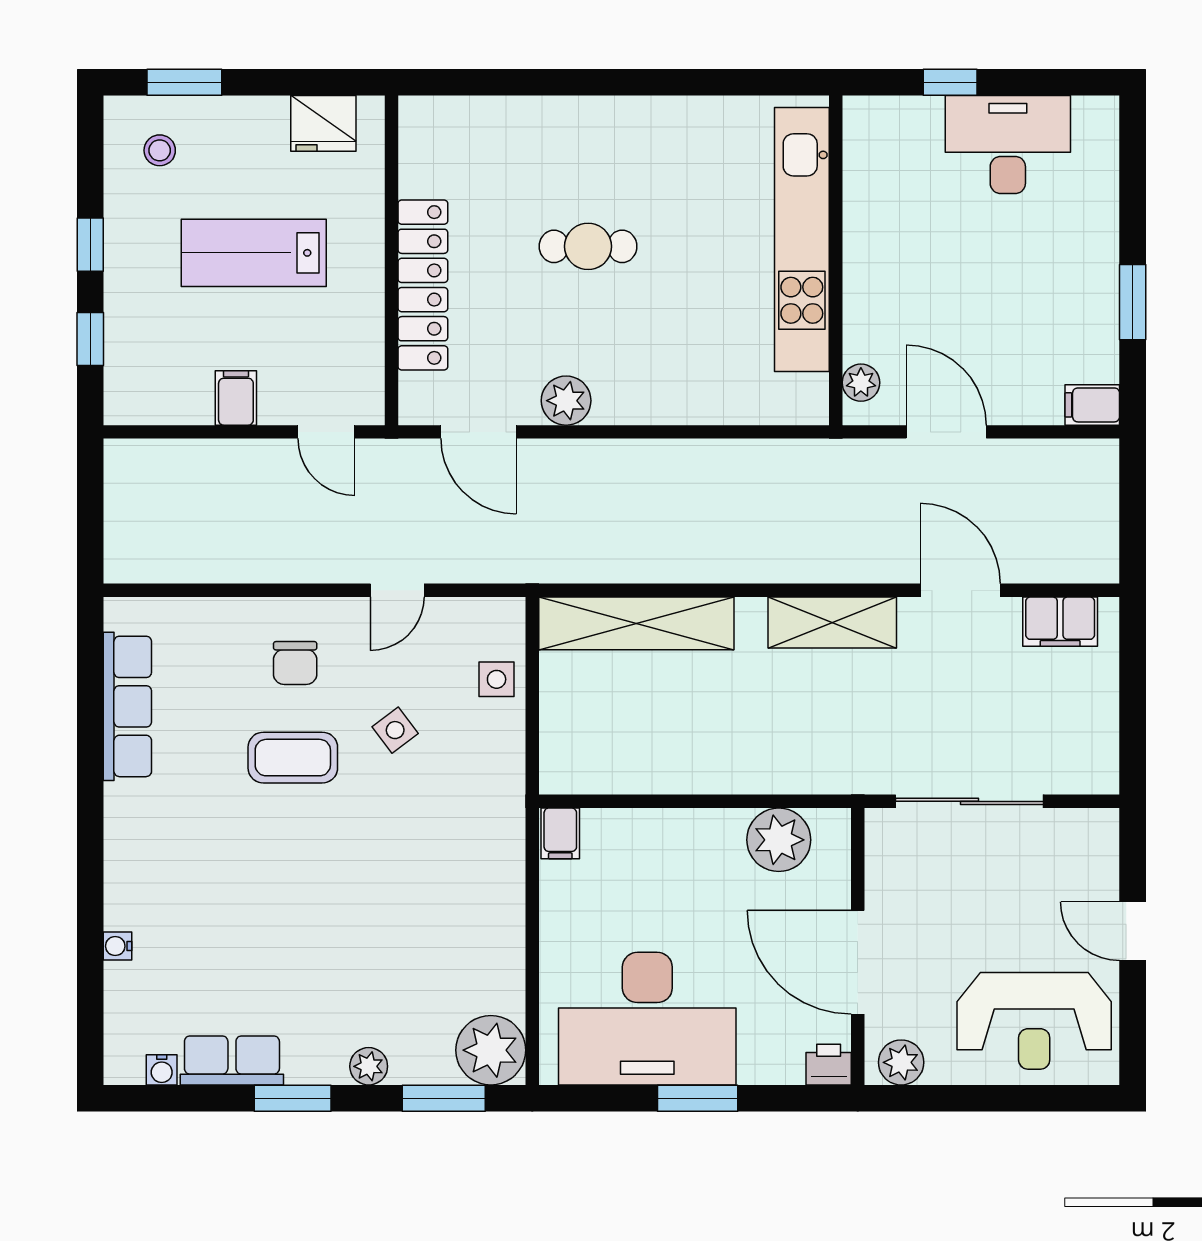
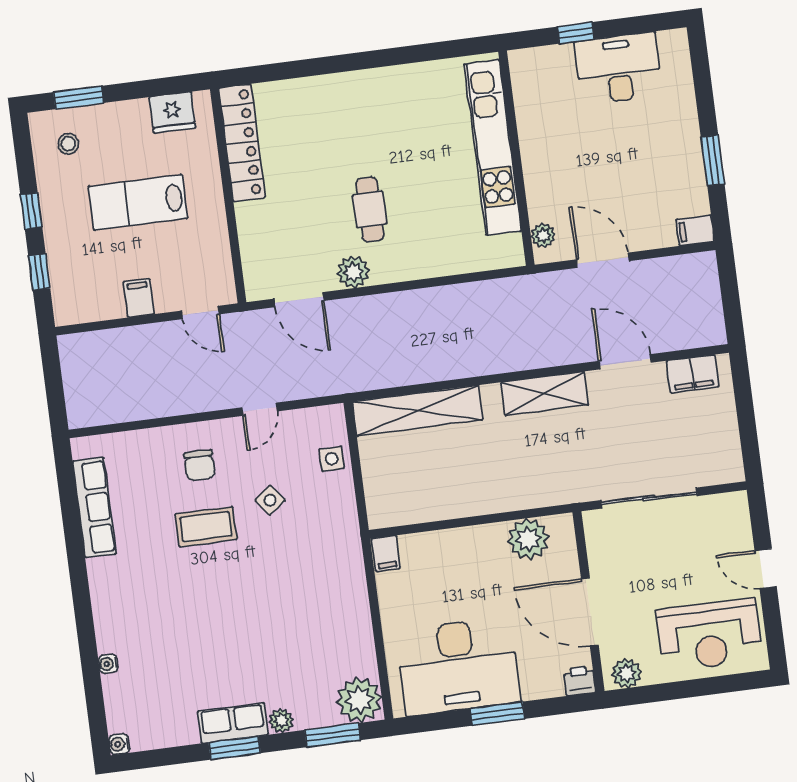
cafe table: (588, 246) -> (370, 209), moved, turned 90
locker: (423, 285) -> (242, 143), moved
row of seats: (232, 1060) -> (233, 723), moved
water cooler: (162, 1070) -> (119, 744), moved, turned 90

